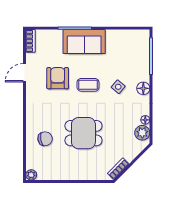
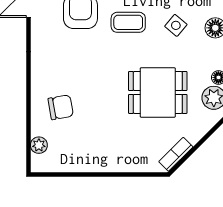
dining table: (83, 133) -> (158, 92), moved
plant: (31, 175) -> (39, 145), moved

